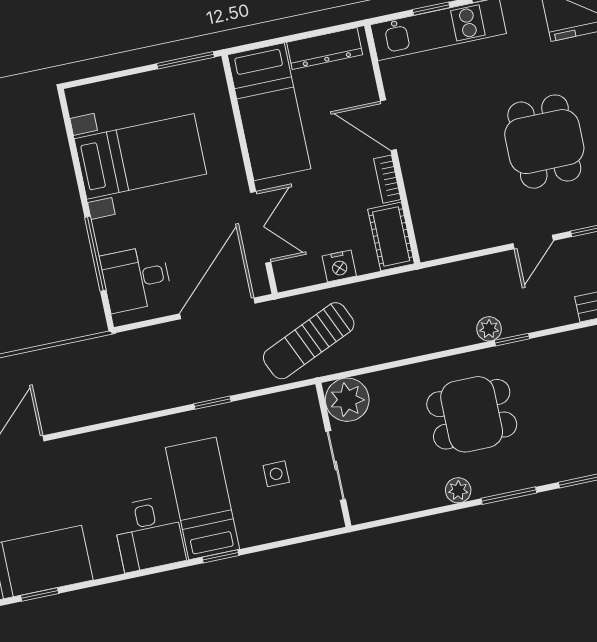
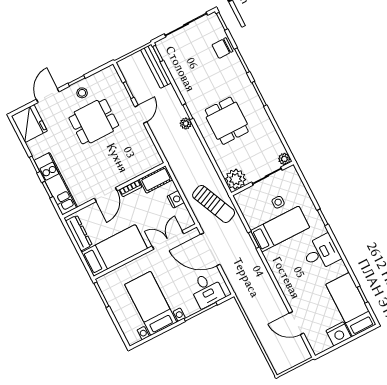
door: (533, 242) -> (141, 114), hinge flipped
plant: (458, 490) -> (284, 159), moved
bed: (202, 498) -> (280, 229), moved, turned 180

